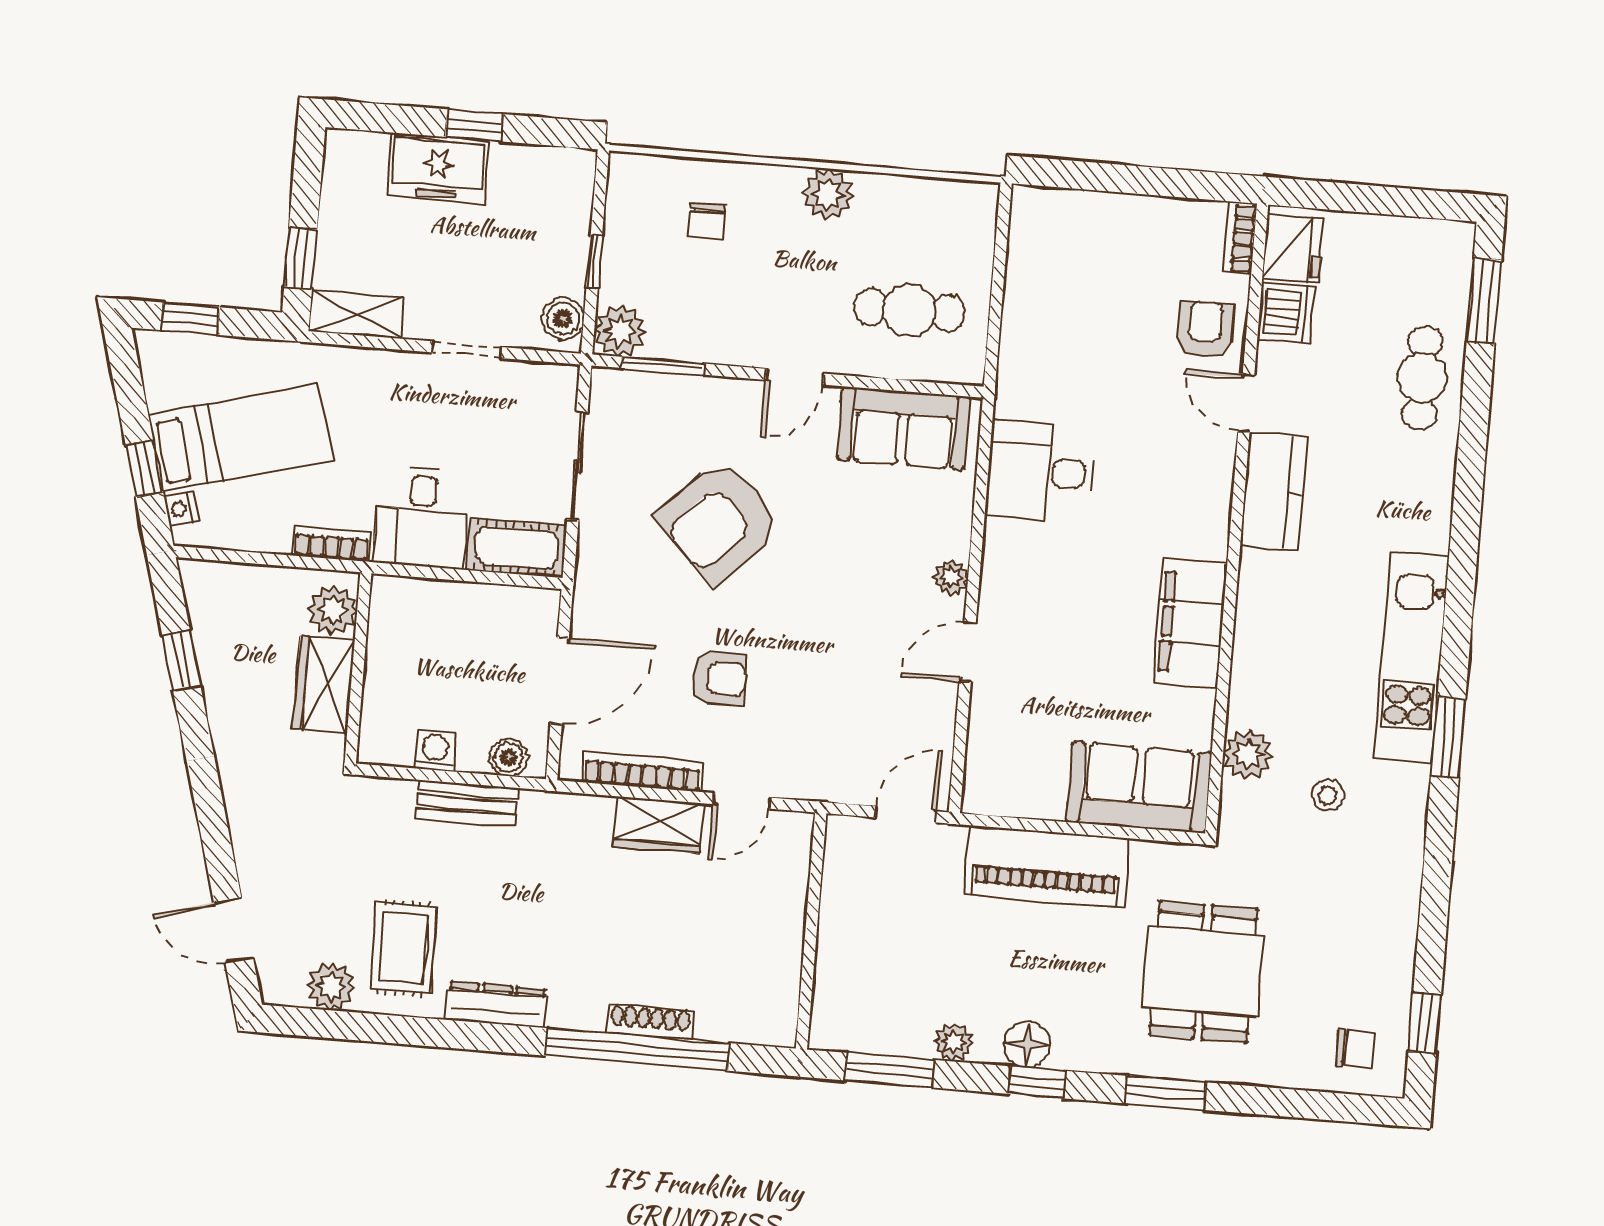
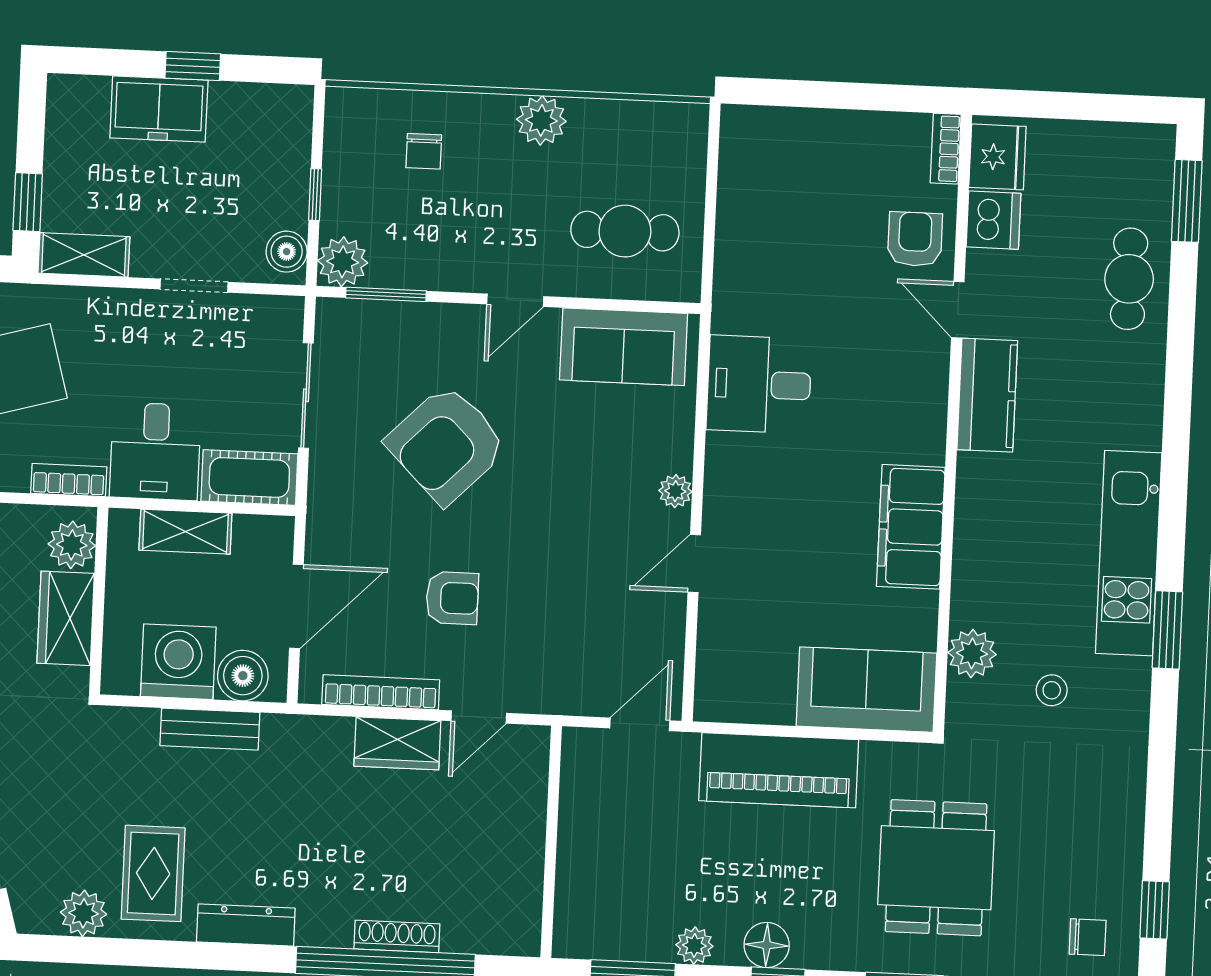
shelving: (449, 601) -> (185, 532), added
washing machine: (436, 751) -> (178, 662), width x1.89, depth x1.89
boiler: (509, 757) -> (243, 676), width x1.36, depth x1.36

